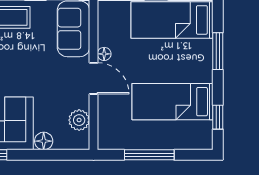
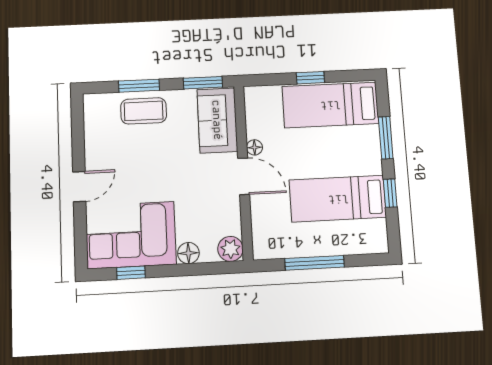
window: (218, 117) -> (390, 193), moved
plant: (79, 120) -> (230, 249), moved

